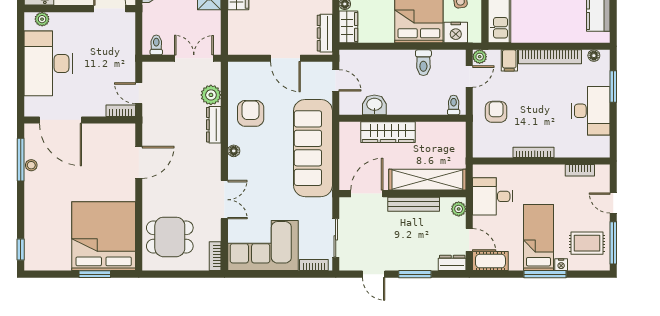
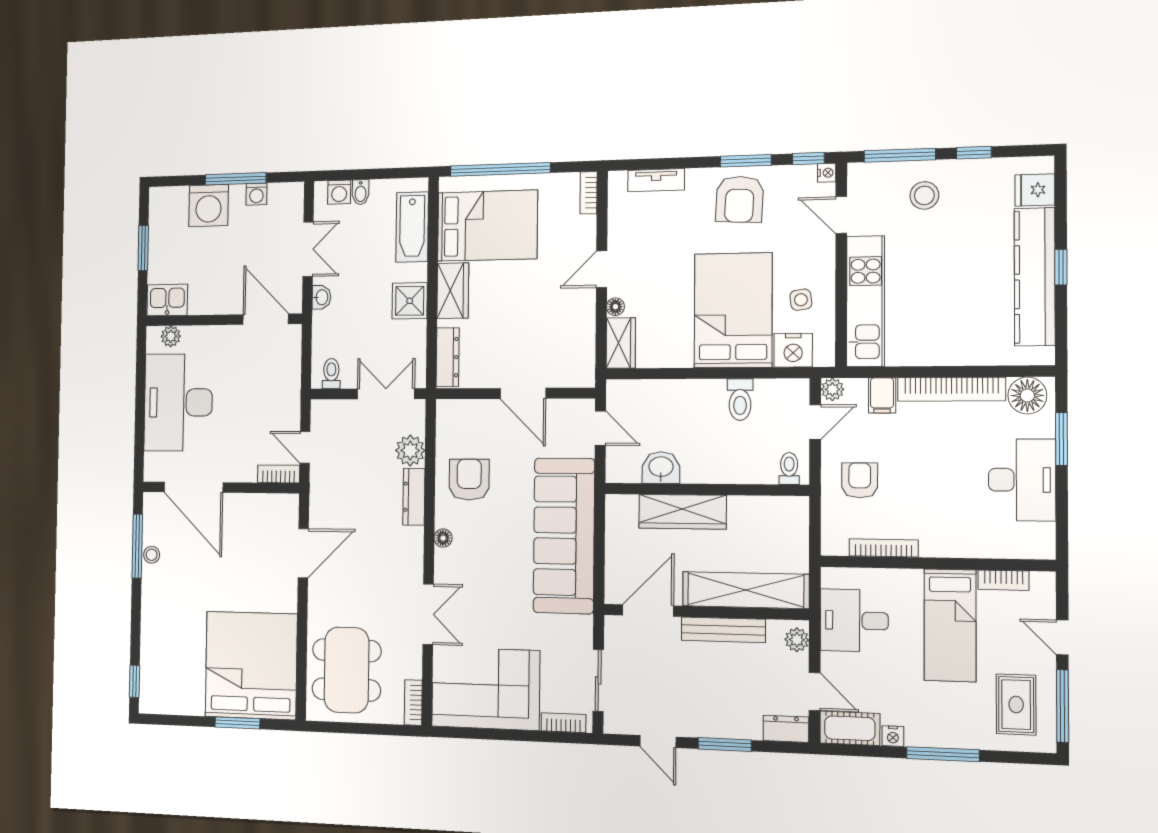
dresser: (325, 33) -> (448, 357), moved, turned 180
floor lamp: (594, 56) -> (1027, 396), width x1.89, depth x1.89
bookcase: (533, 152) -> (884, 548), moved
dining table: (170, 237) -> (347, 670), width x1.38
bed: (538, 237) -> (950, 625), moved, turned 180
rug: (587, 243) -> (1016, 705), turned 90
nightstand: (561, 265) -> (893, 736), moved

